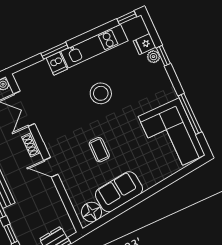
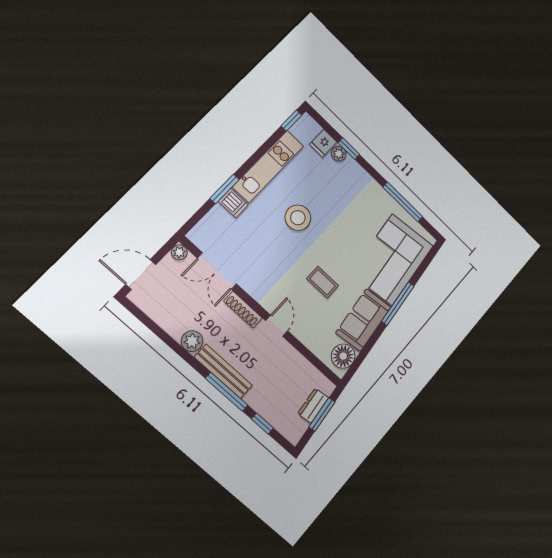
corner sofa: (172, 136) -> (392, 260), moved, turned 84
shoe rack: (31, 145) -> (243, 310), width x1.43
door: (51, 167) -> (277, 326), swing flipped
window: (152, 191) -> (398, 304), added

